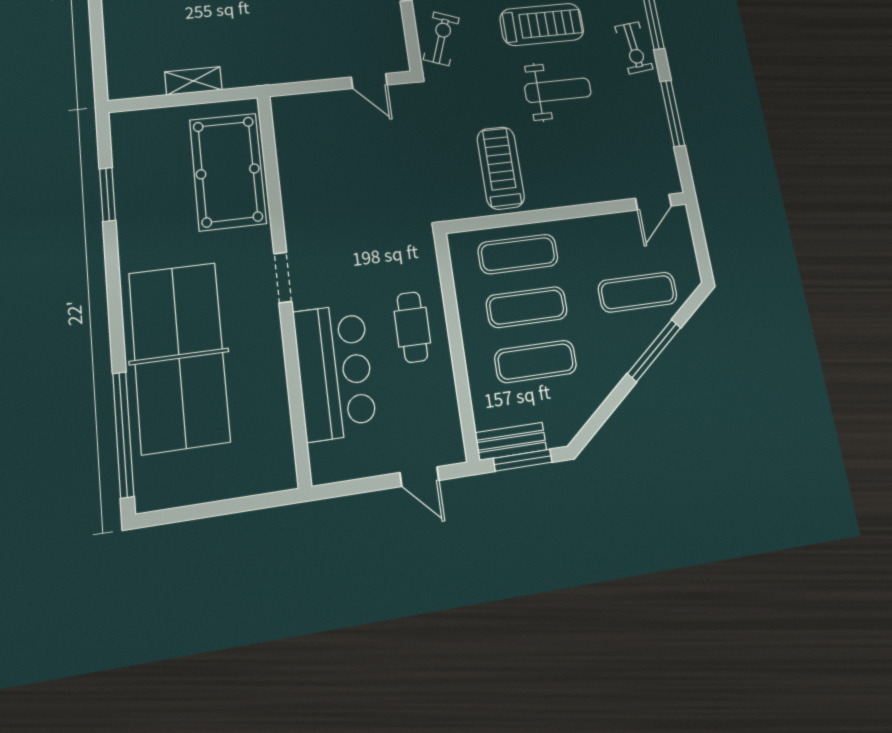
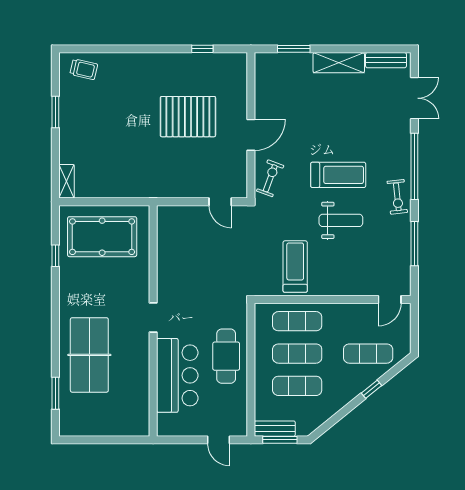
shelving: (193, 81) -> (67, 181), moved, turned 90
pool table: (228, 171) -> (102, 237), moved, turned 90
window: (108, 194) -> (55, 256), width x0.67
cafe table: (412, 327) -> (226, 356), width x1.37, depth x1.35
window: (654, 350) -> (372, 389), width x0.46
table tennis table: (179, 357) -> (89, 355), width x0.73, depth x0.76
window: (123, 434) -> (55, 393), width x0.47

